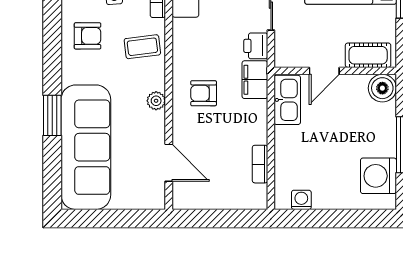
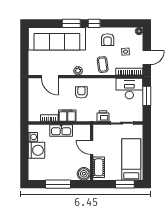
window: (52, 65) -> (94, 23), added
filing cabinet: (255, 80) -> (67, 116), moved
kitchen sink: (287, 100) -> (61, 130), moved
door: (169, 163) -> (50, 77), hinge flipped
washing machine: (378, 176) -> (37, 150), moved, turned 90

